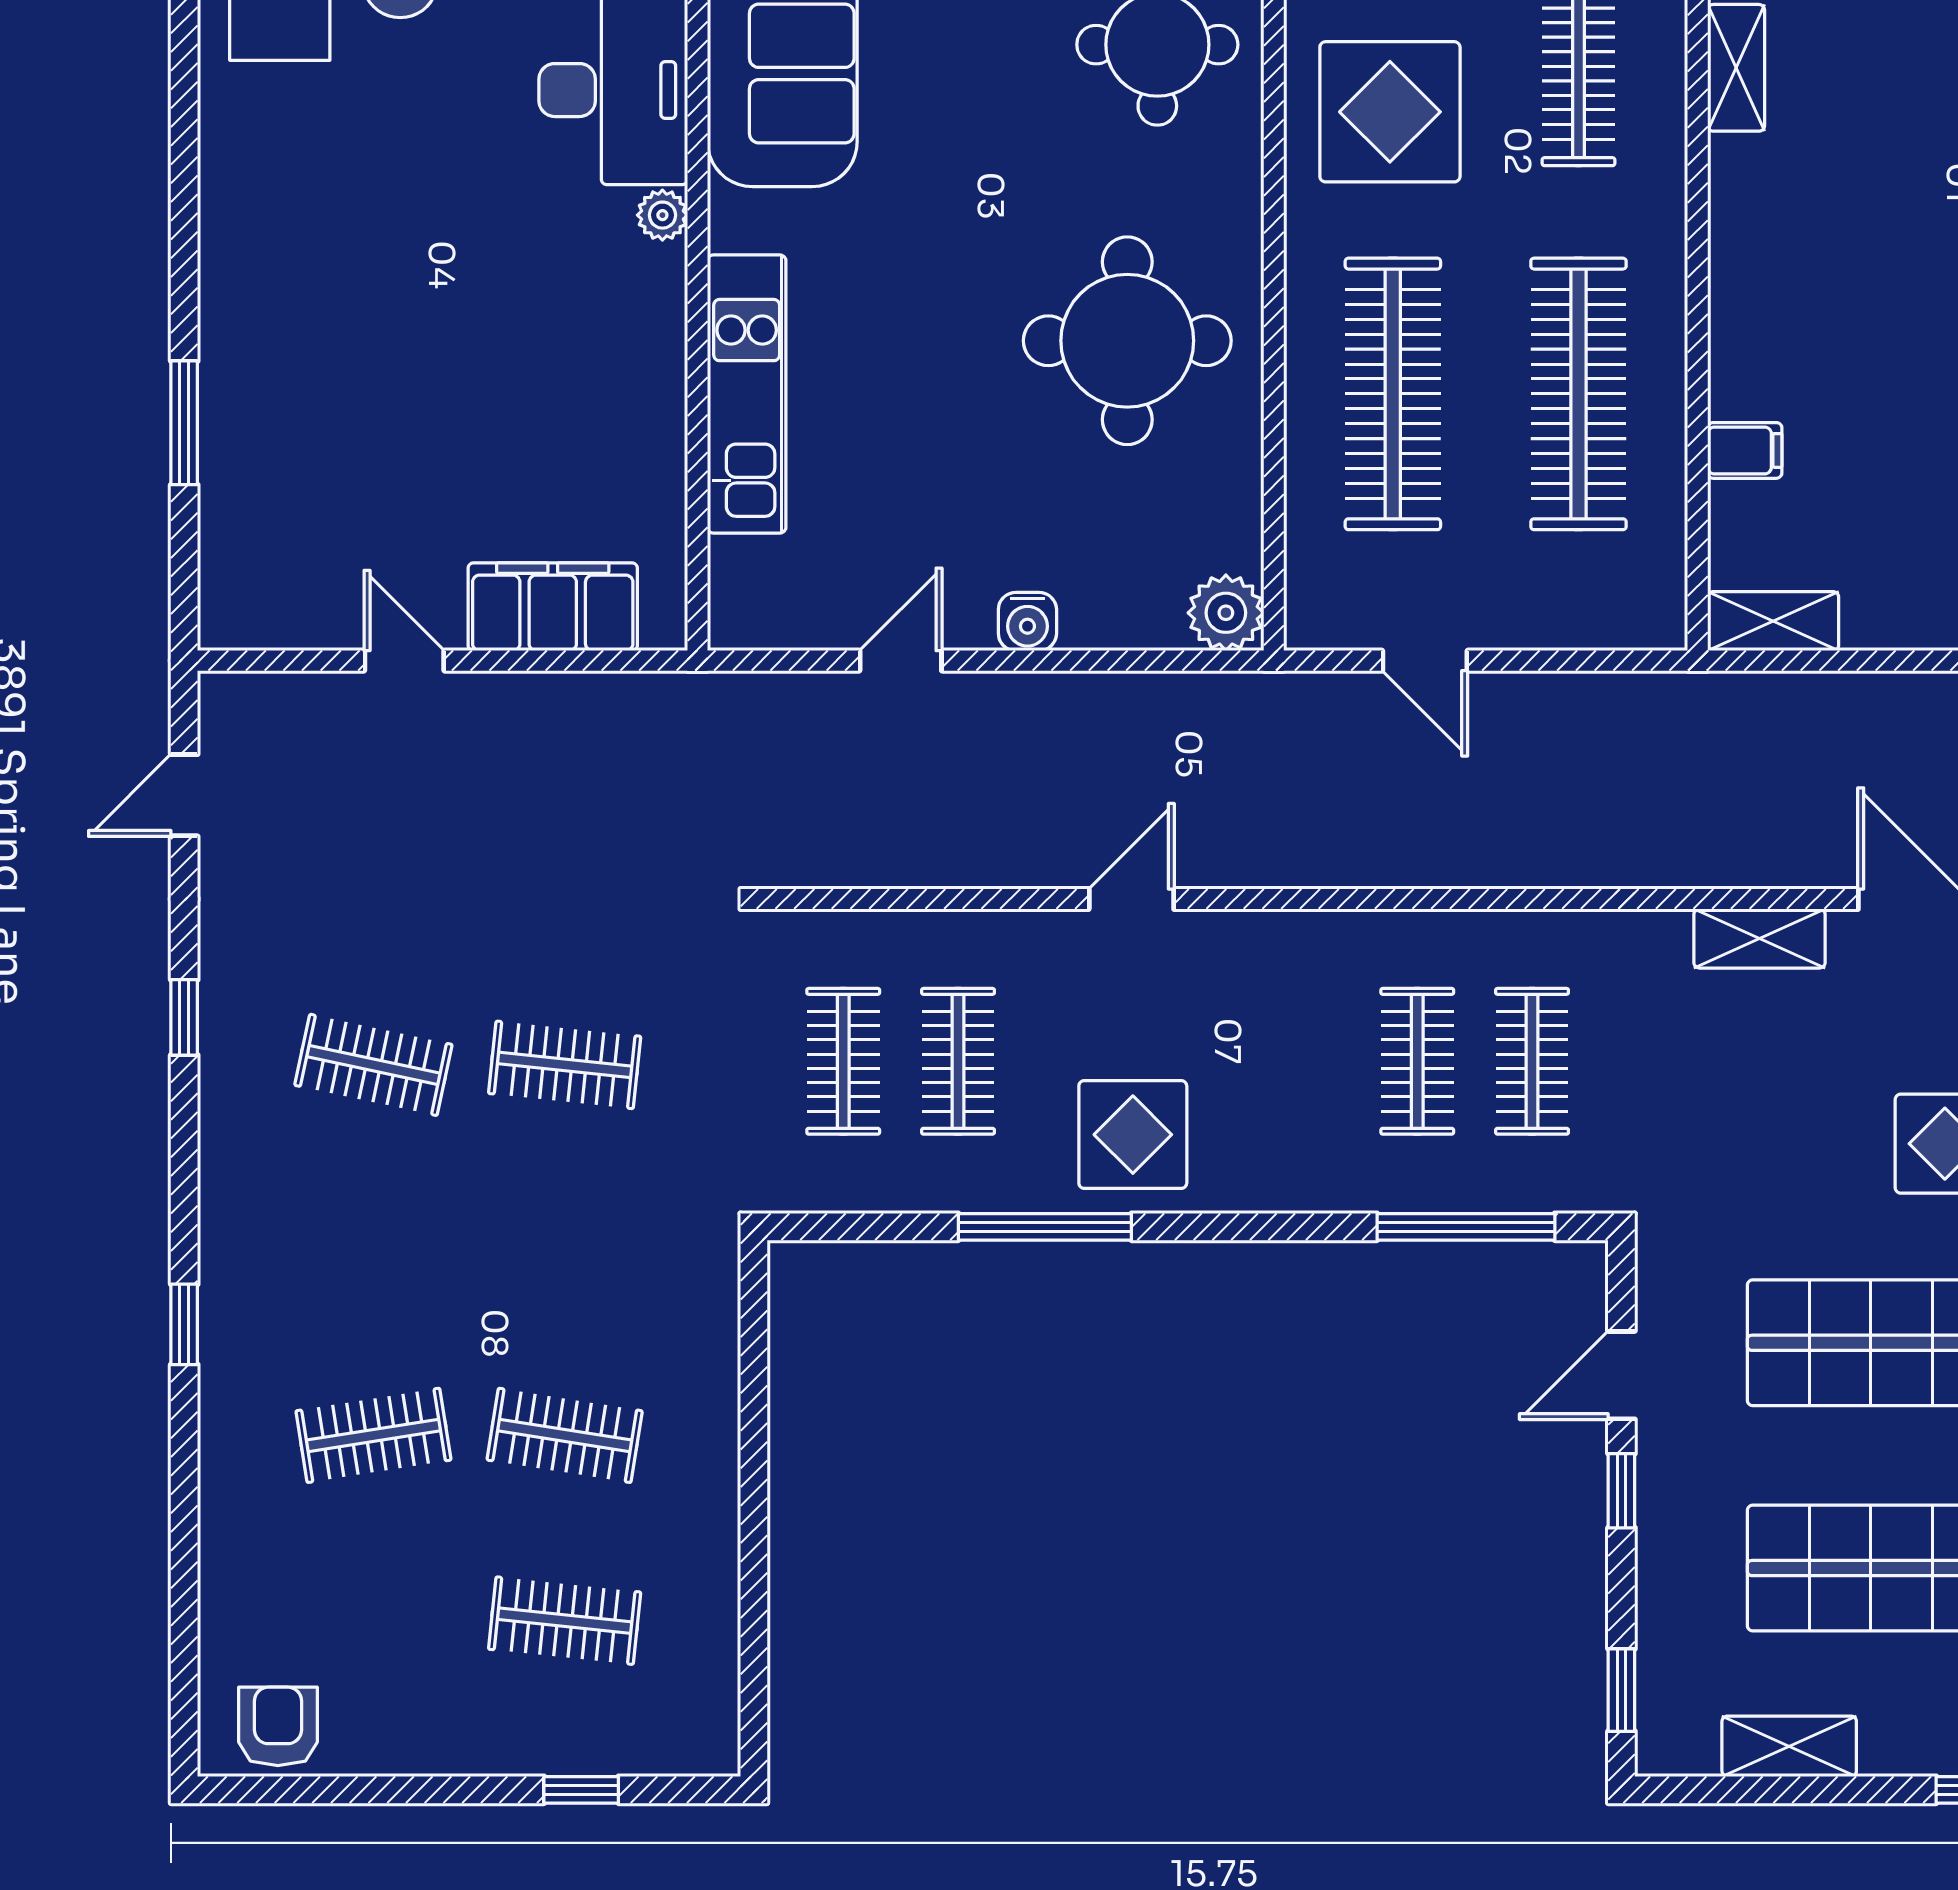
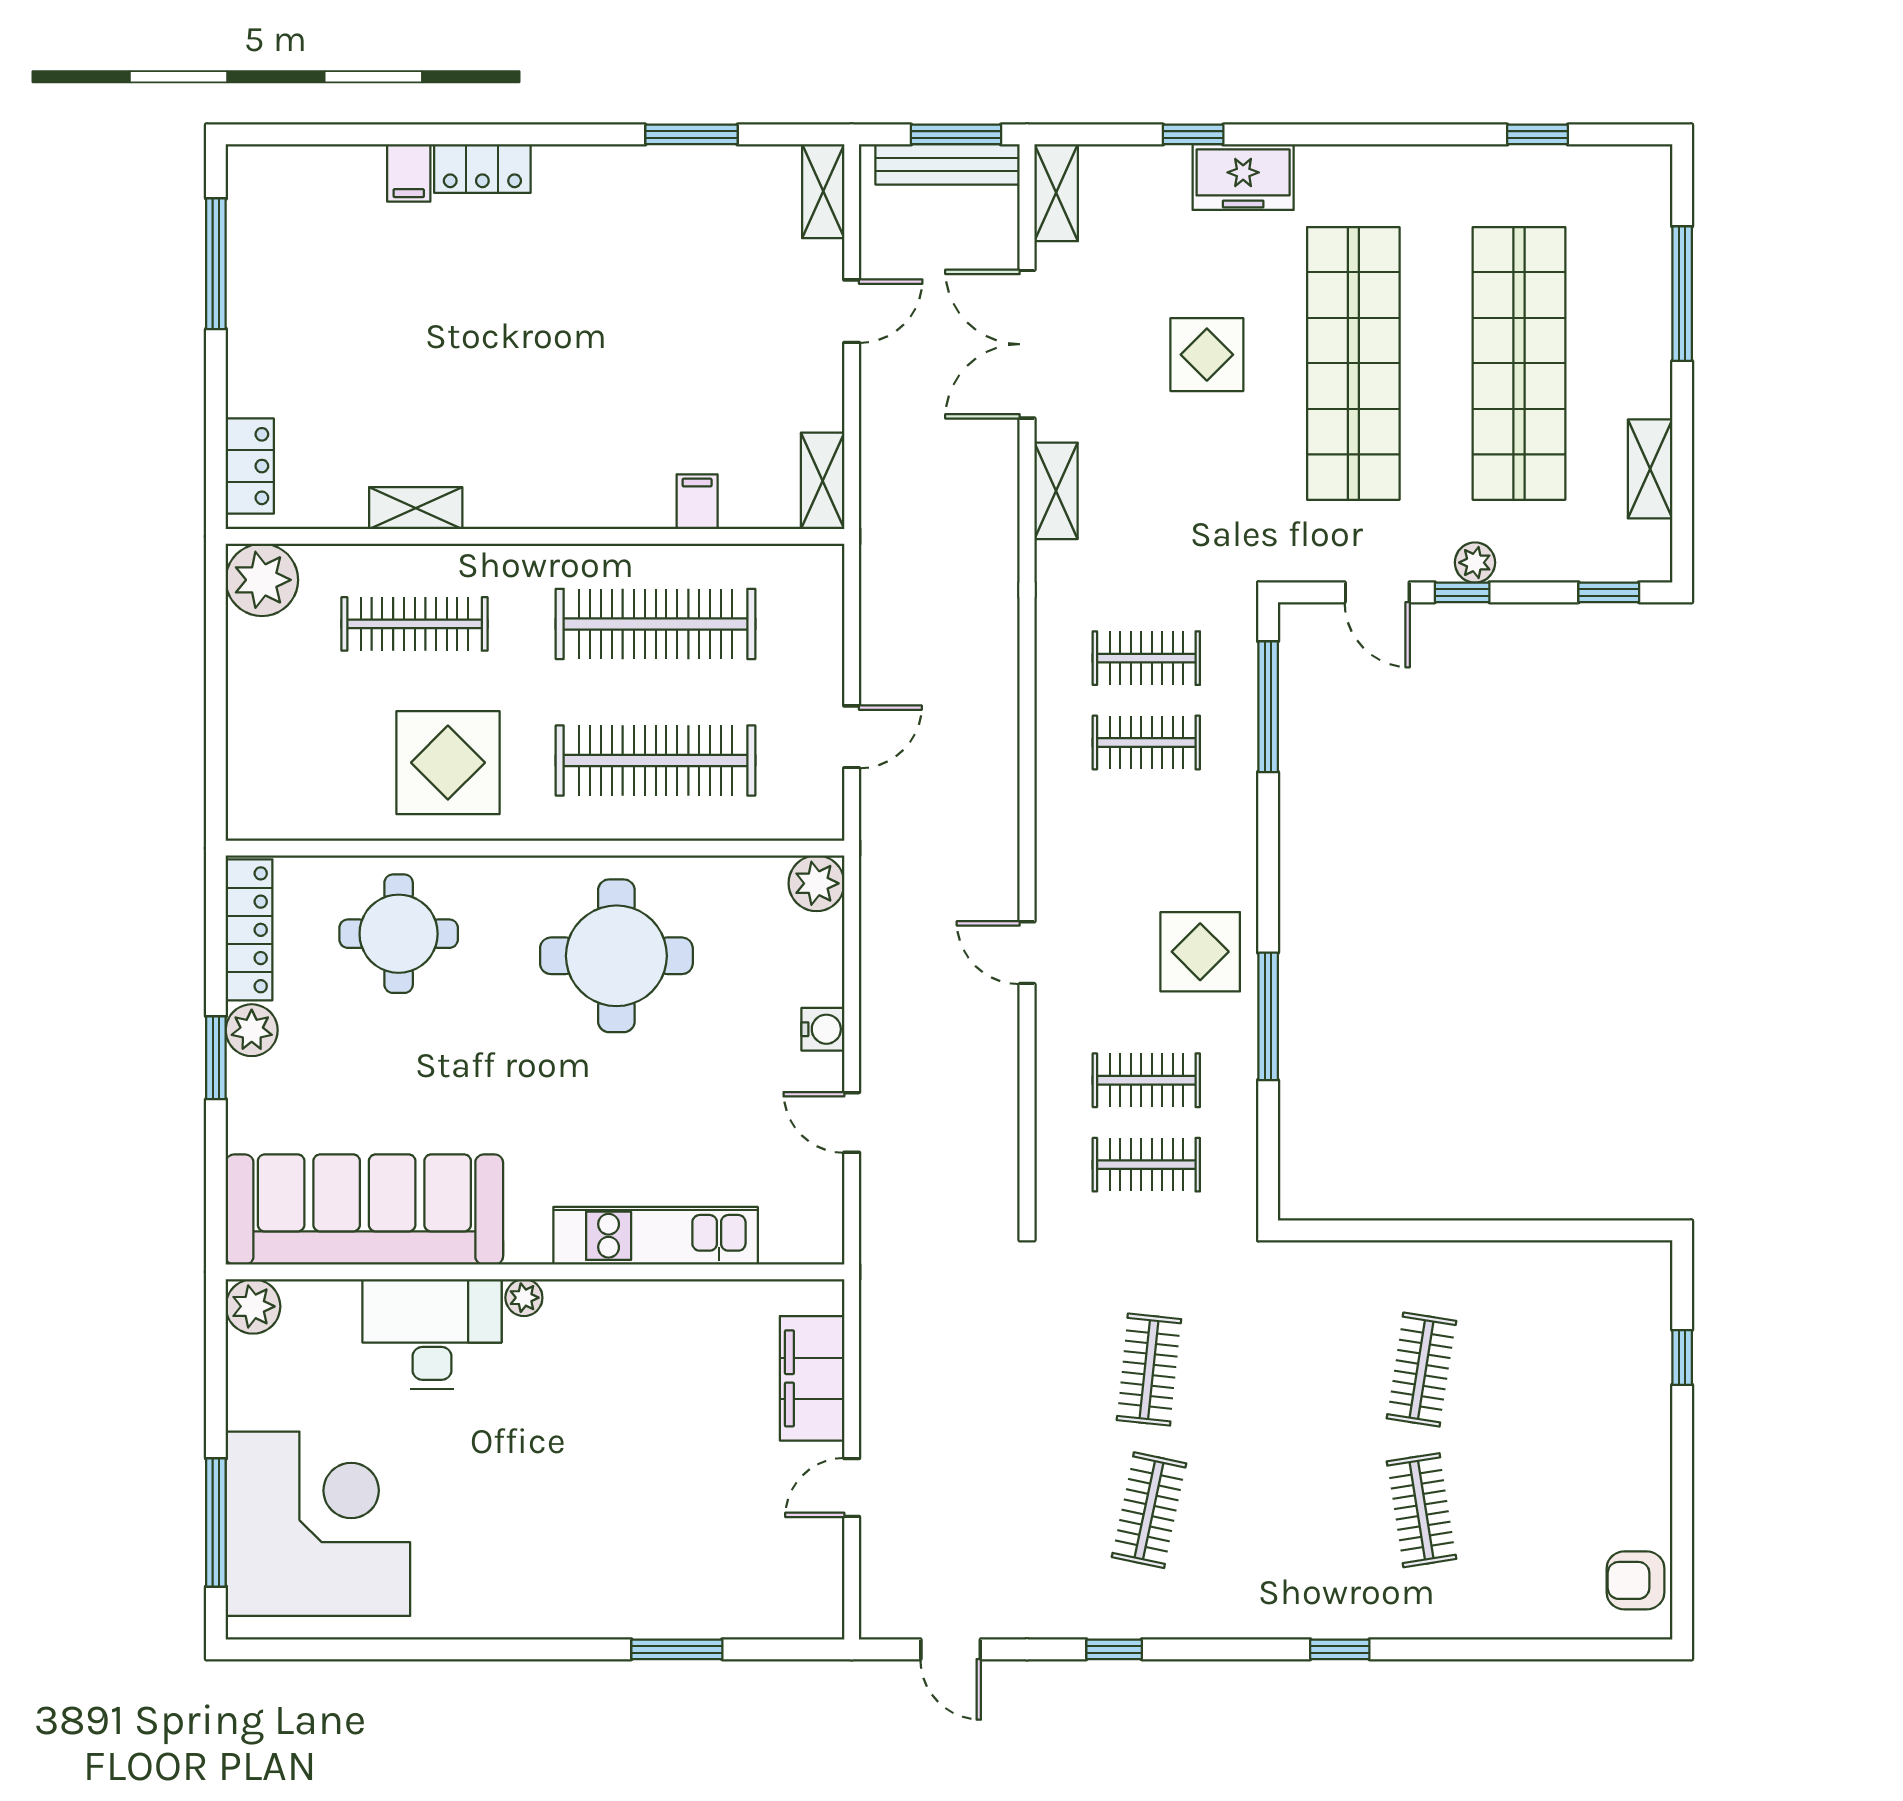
plant: (1662, 1508) -> (1475, 563), added
clothes rail: (565, 1621) -> (1558, 1370), removed

